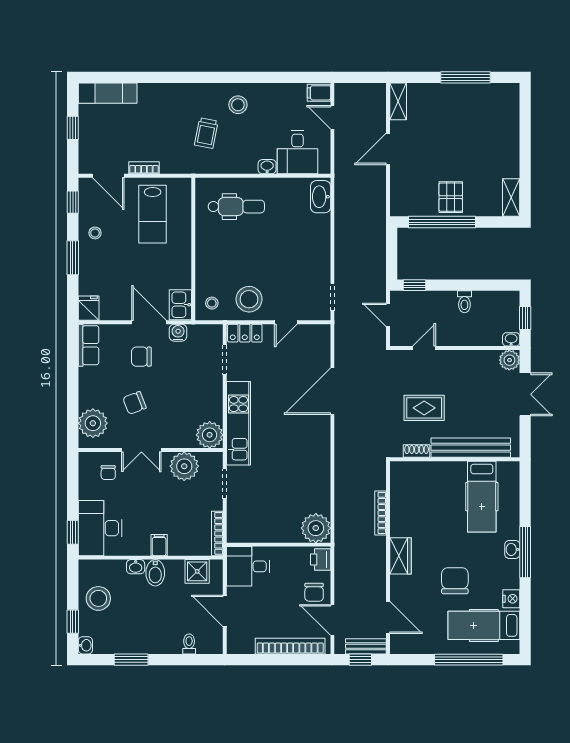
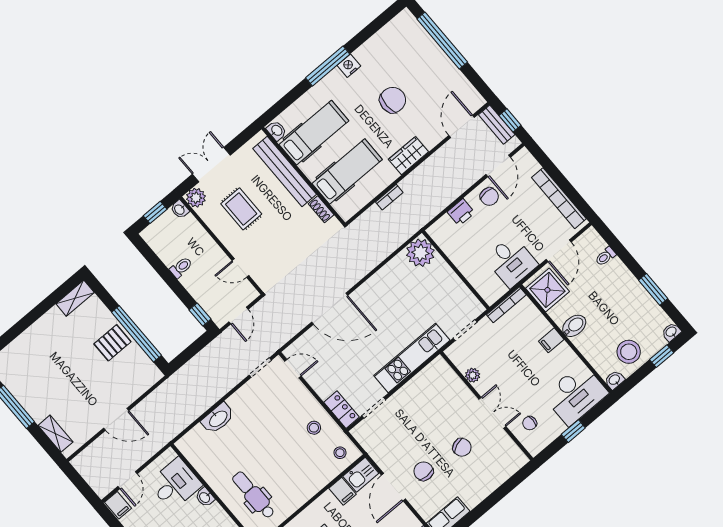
shelving: (398, 101) -> (55, 434), moved, turned 90
washbasin: (321, 197) -> (218, 418), moved
filing cabinet: (180, 279) -> (342, 491), added
stool: (249, 299) -> (314, 428), width x0.53, depth x0.53
door: (286, 322) -> (293, 369), moved
water cooler: (178, 333) -> (383, 459), removed
chair: (141, 357) -> (423, 471), turned 180
rug: (424, 408) -> (241, 209), moved
plant: (93, 423) -> (503, 465), removed
plant: (210, 435) -> (439, 372), removed
plant: (184, 466) -> (473, 375), width x0.53, depth x0.53
chair: (108, 473) -> (530, 423), turned 180
bookcase: (380, 513) -> (389, 197), width x0.64
plant: (316, 528) -> (420, 253), moved
window: (73, 532) -> (573, 431), moved
wall: (279, 545) -> (456, 270), moved
washbasin: (512, 549) -> (277, 131), moved, turned -90
washbasin: (136, 567) -> (614, 380), moved, turned -90
shower: (197, 571) -> (547, 290), width x1.36, depth x1.36
chair: (455, 581) -> (393, 100), turned 180
chair: (314, 592) -> (489, 197), turned 90
nightstand: (511, 599) -> (349, 66), moved
hospital bed: (484, 625) -> (347, 171), moved, turned -90
bookcase: (290, 646) -> (559, 198), moved

